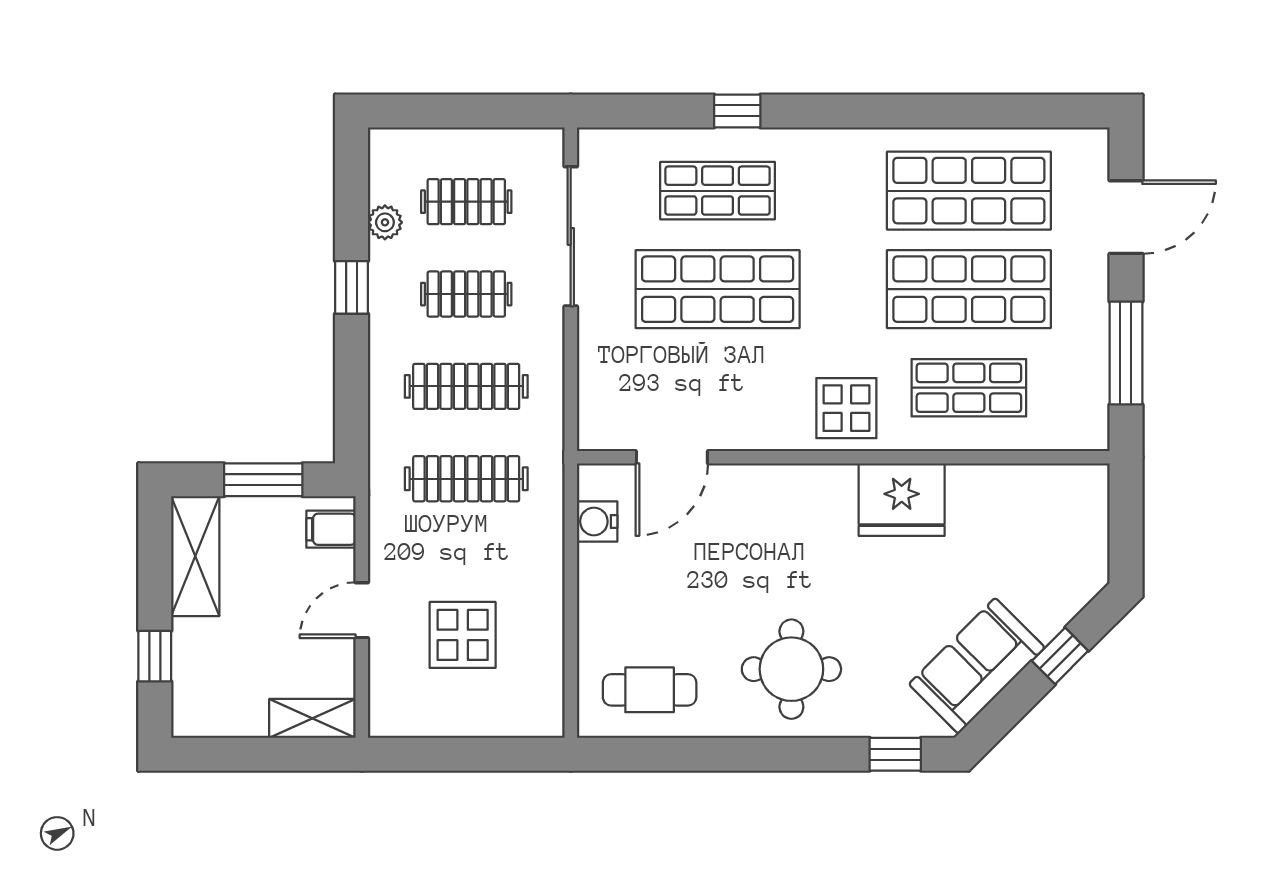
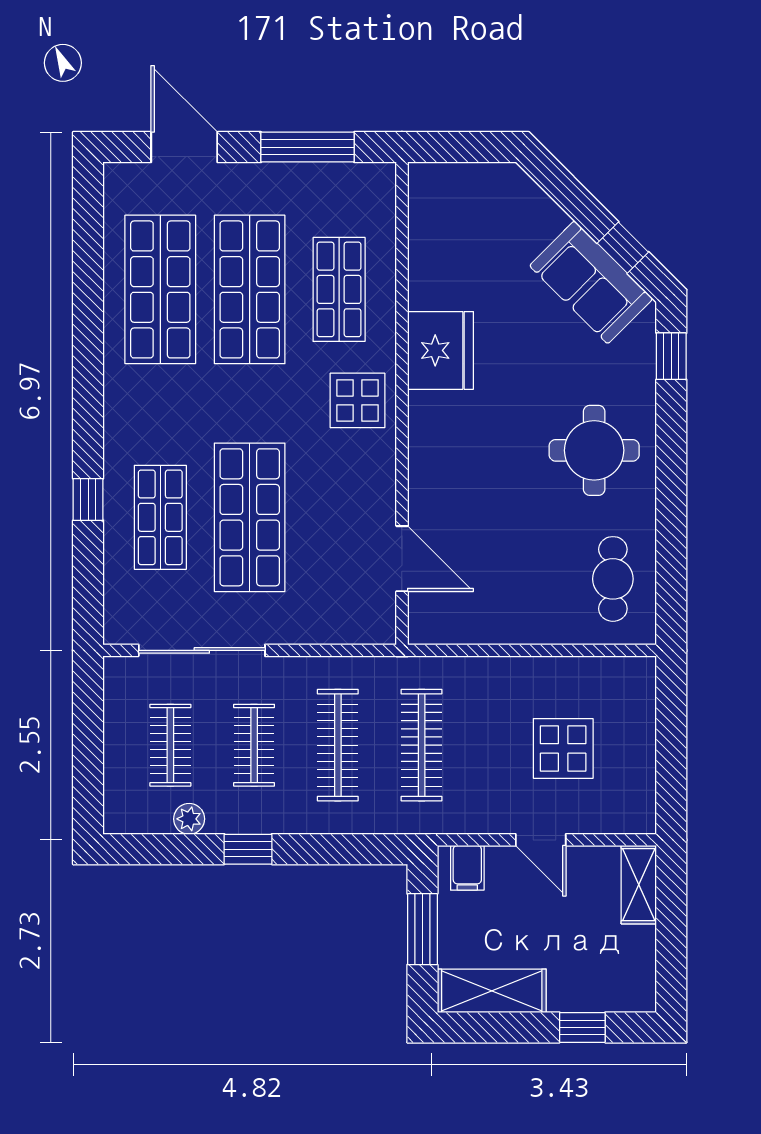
water cooler: (597, 521) -> (460, 626), removed
window: (1060, 656) -> (623, 248), moved

